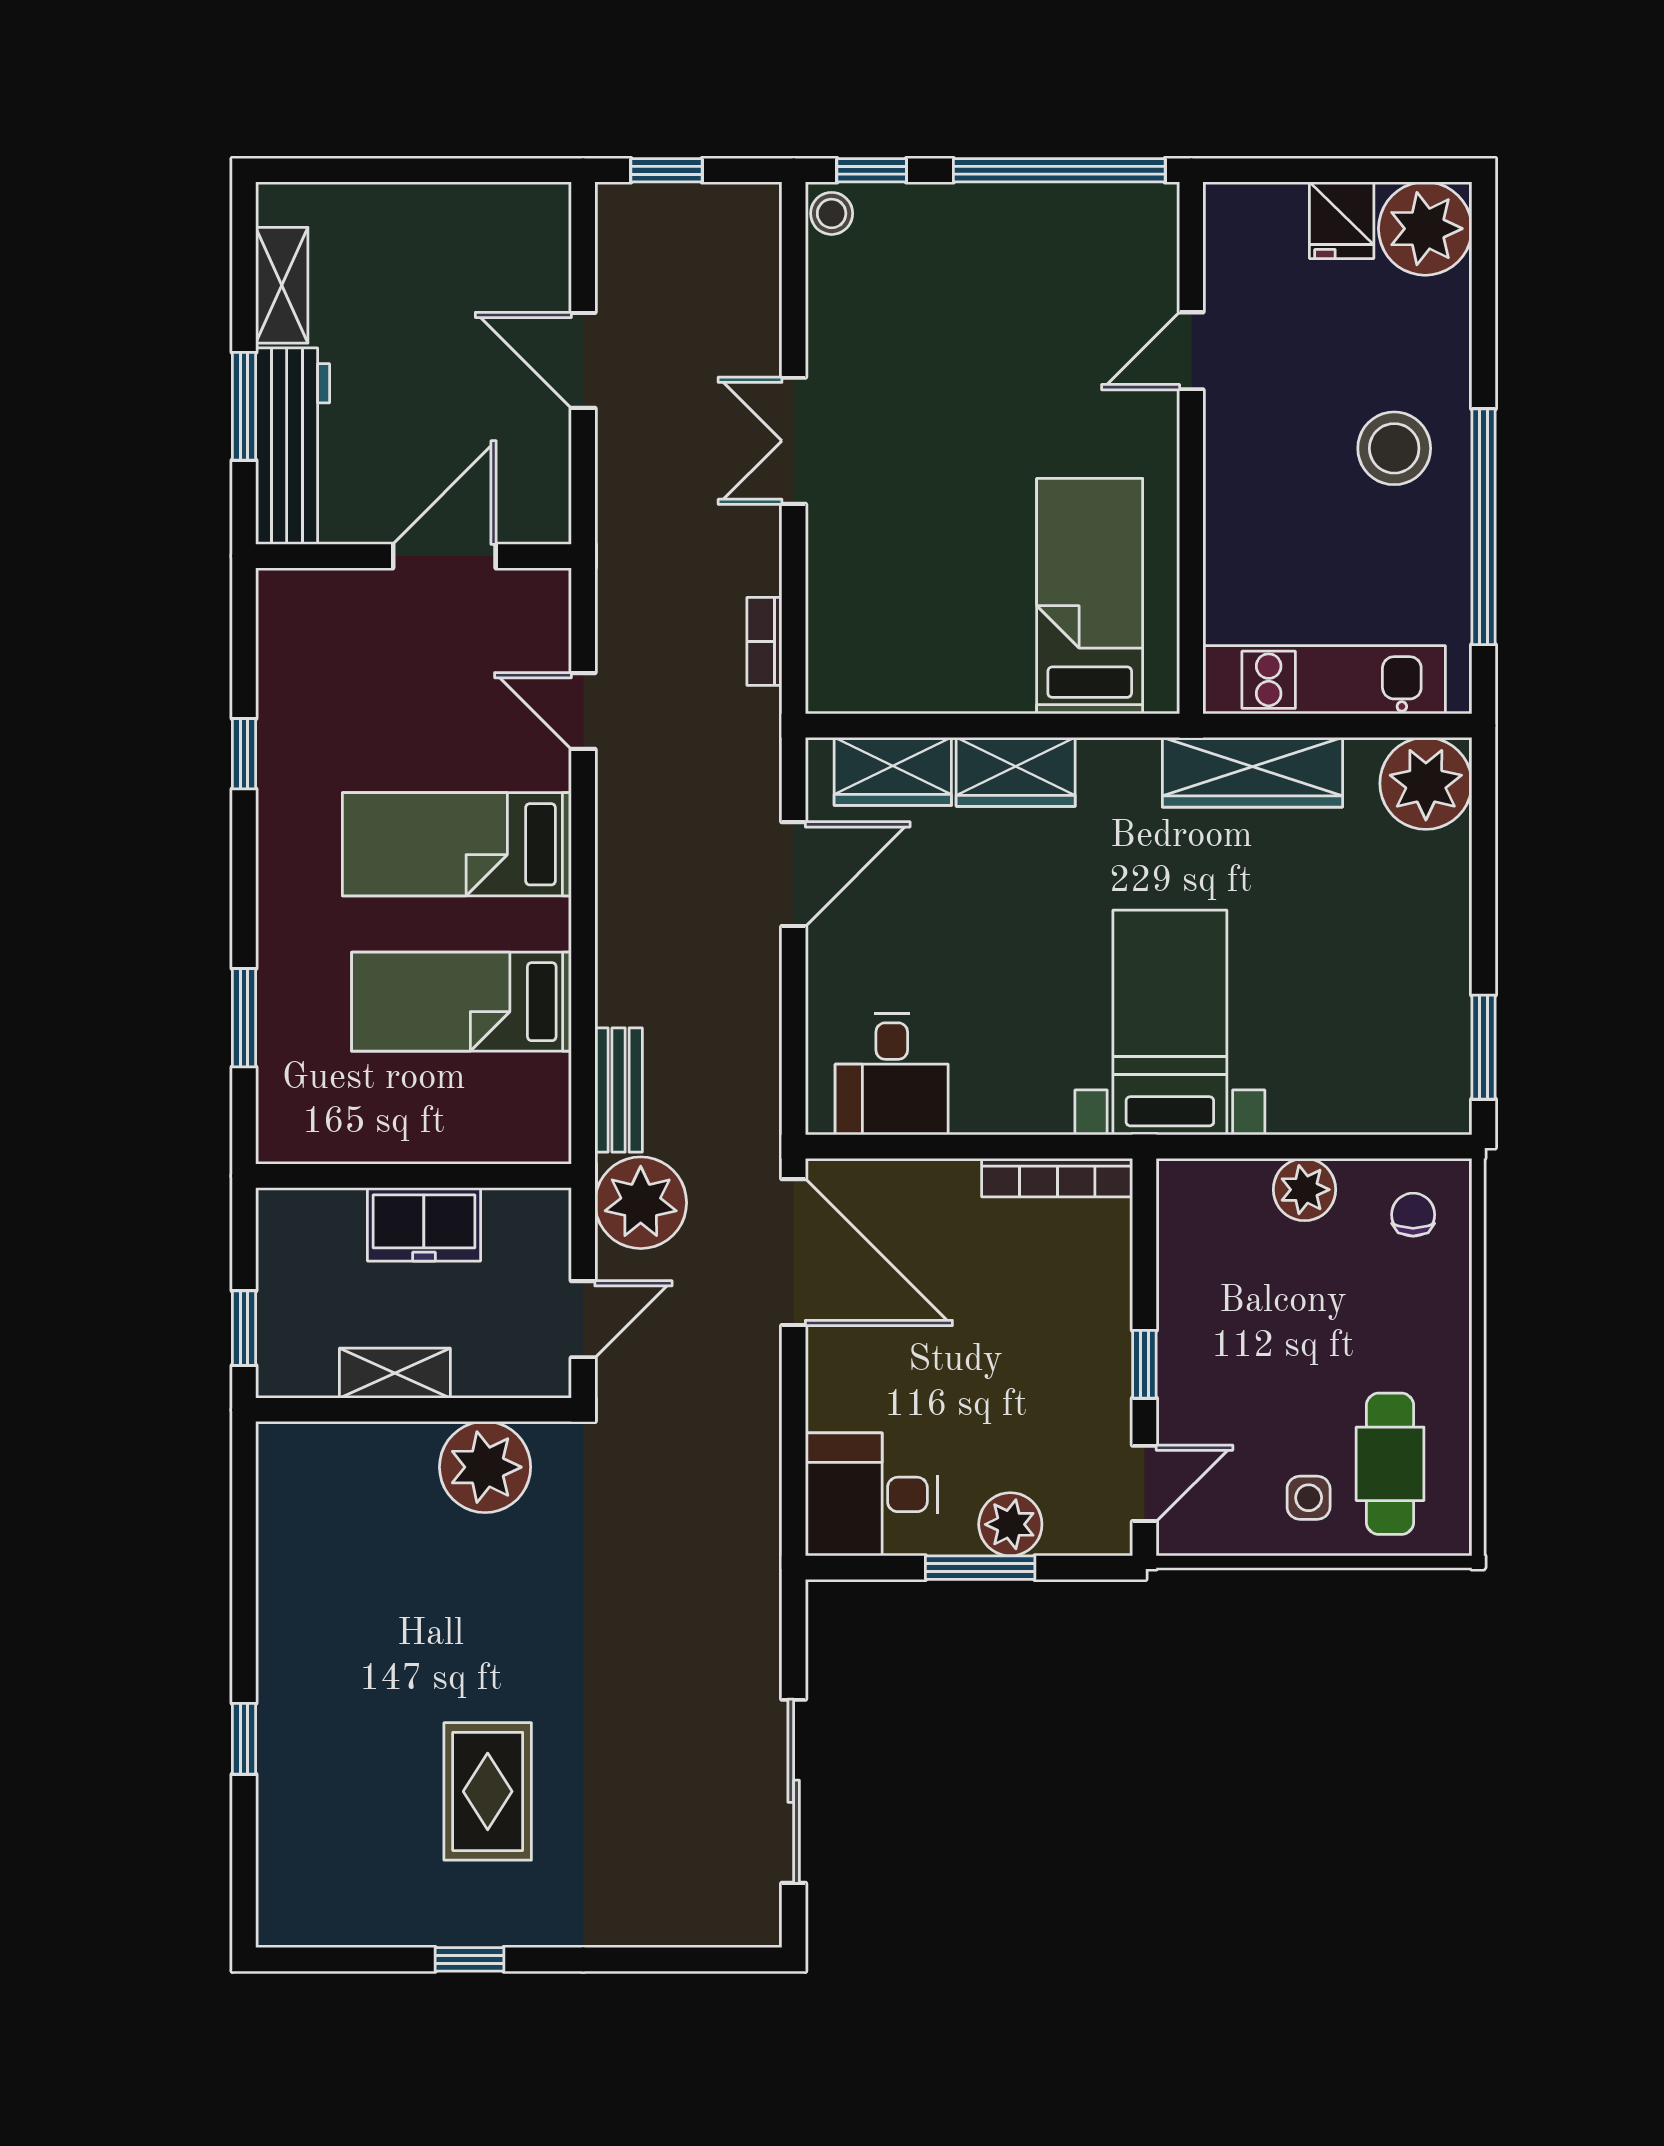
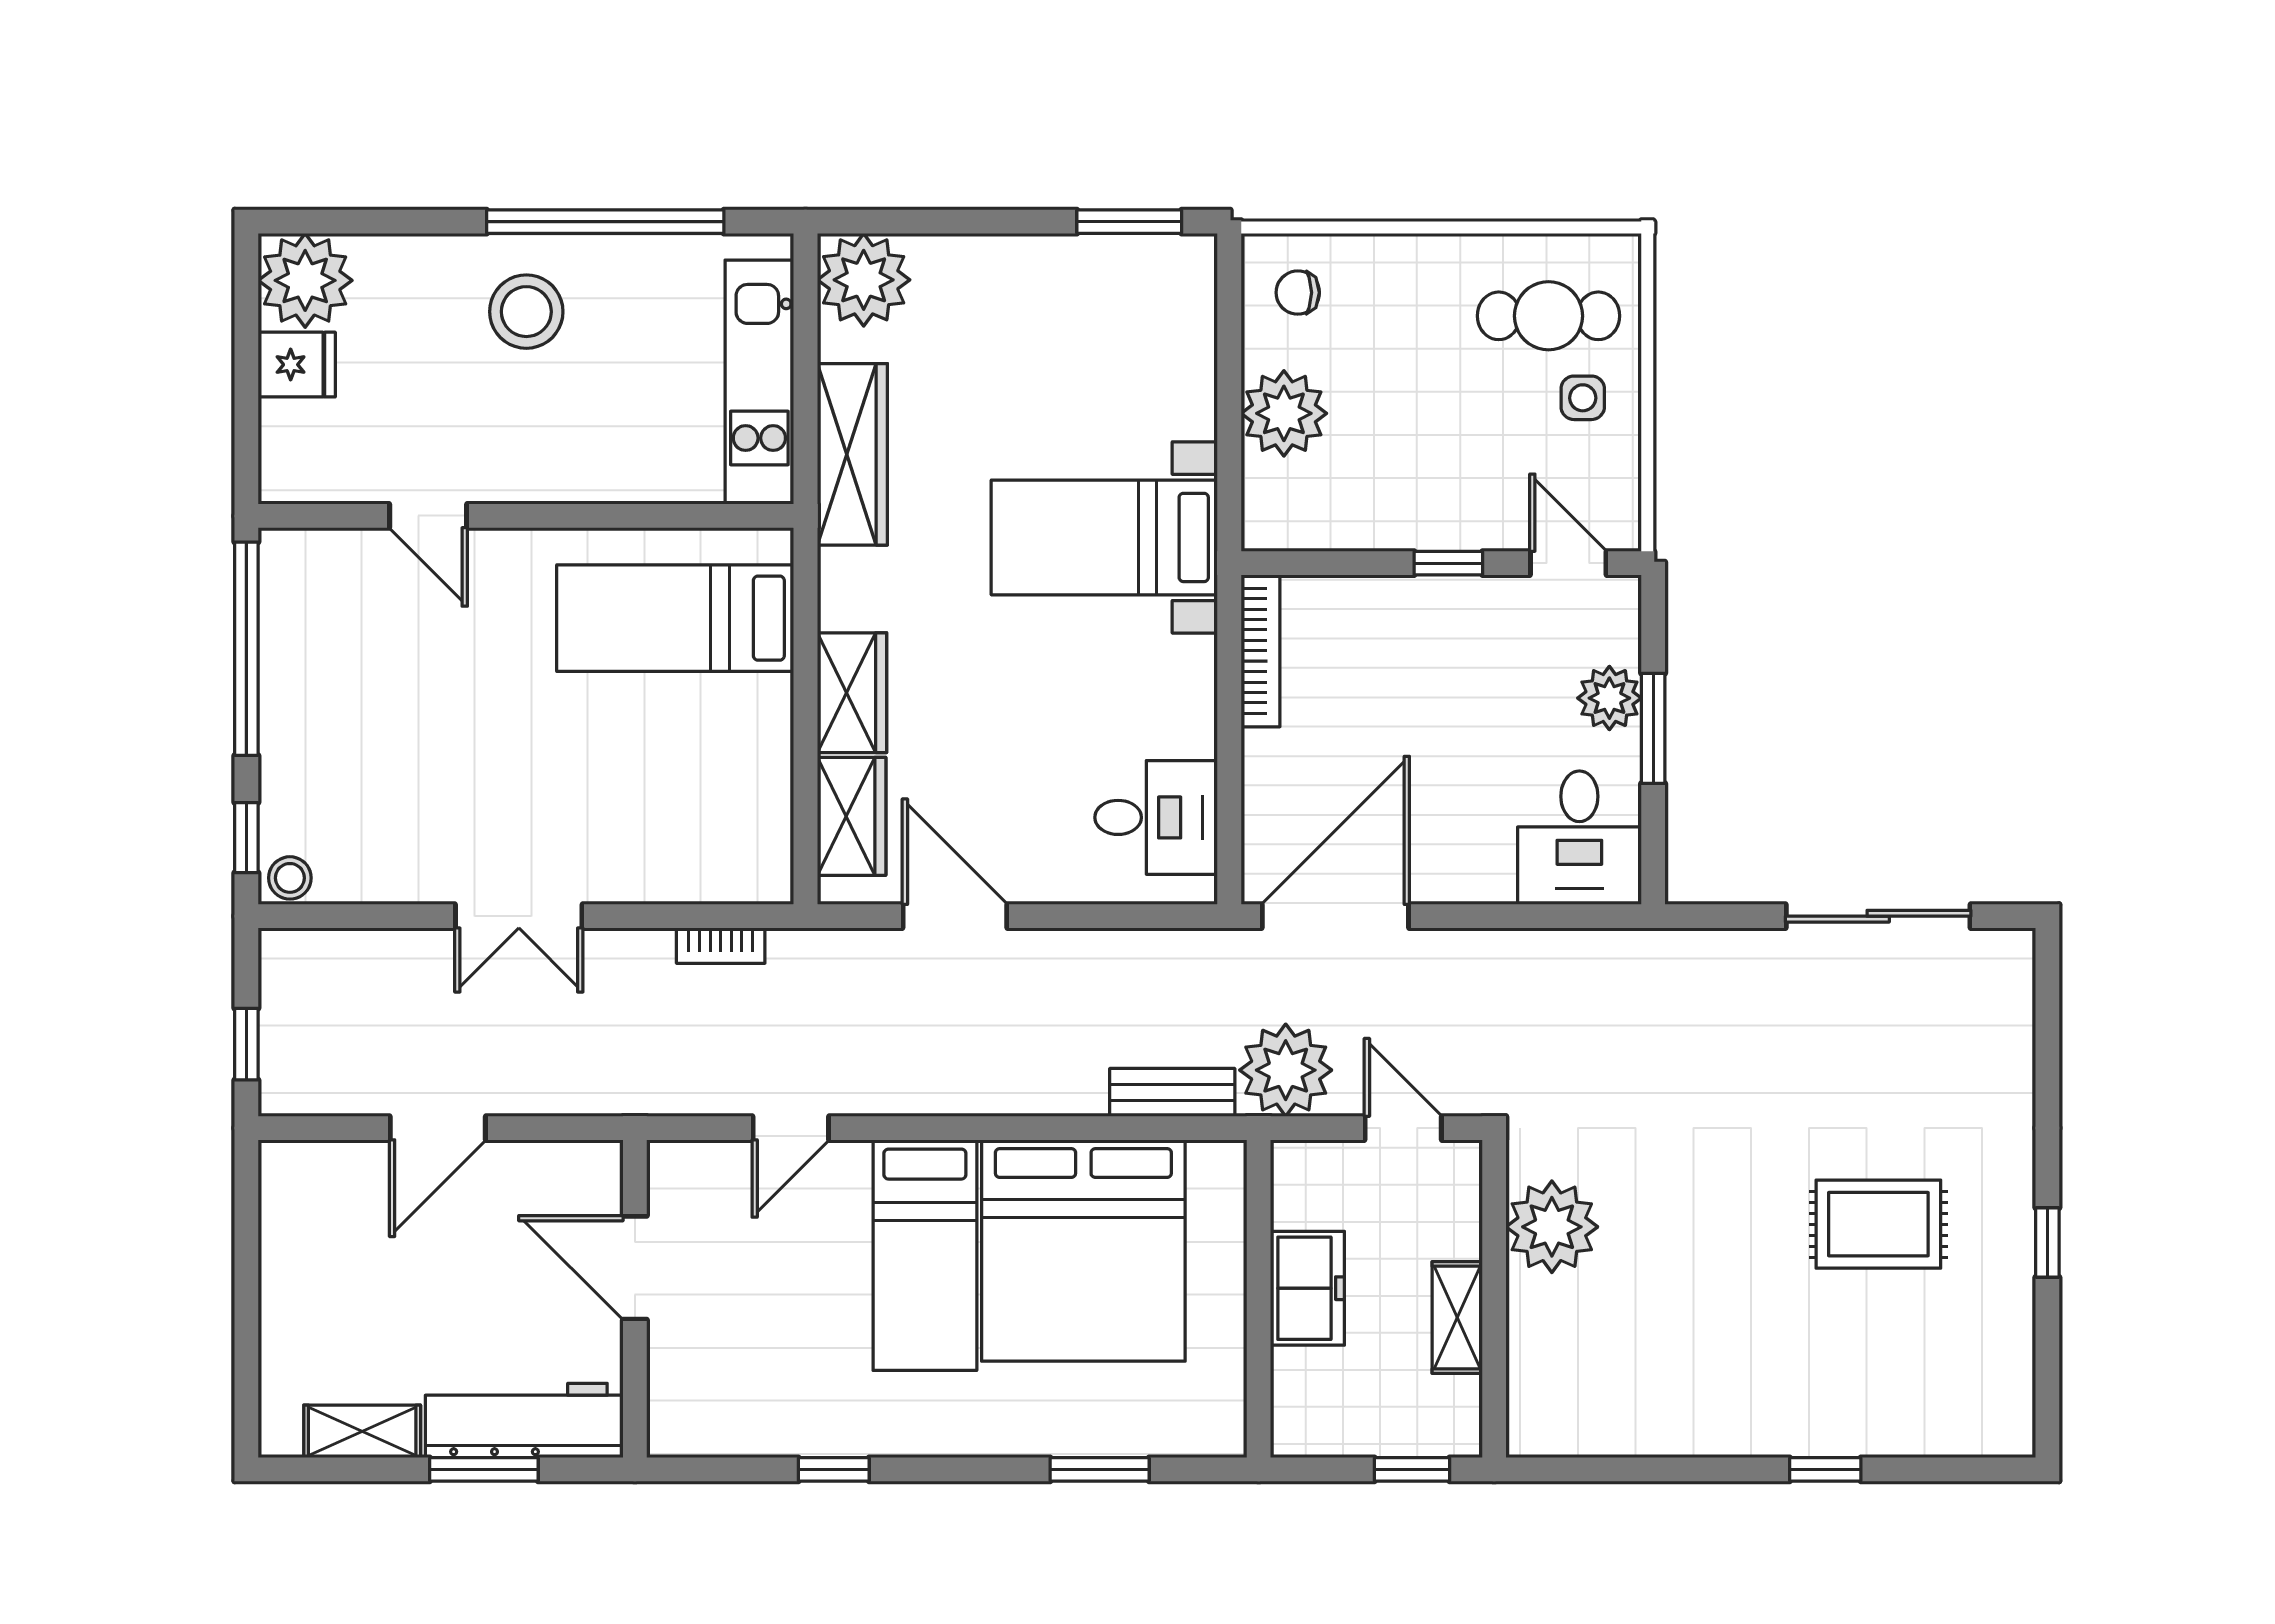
bed: (461, 1002) -> (1083, 1250), width x2.04
plant: (1304, 1190) -> (1284, 413), width x1.36, depth x1.36

